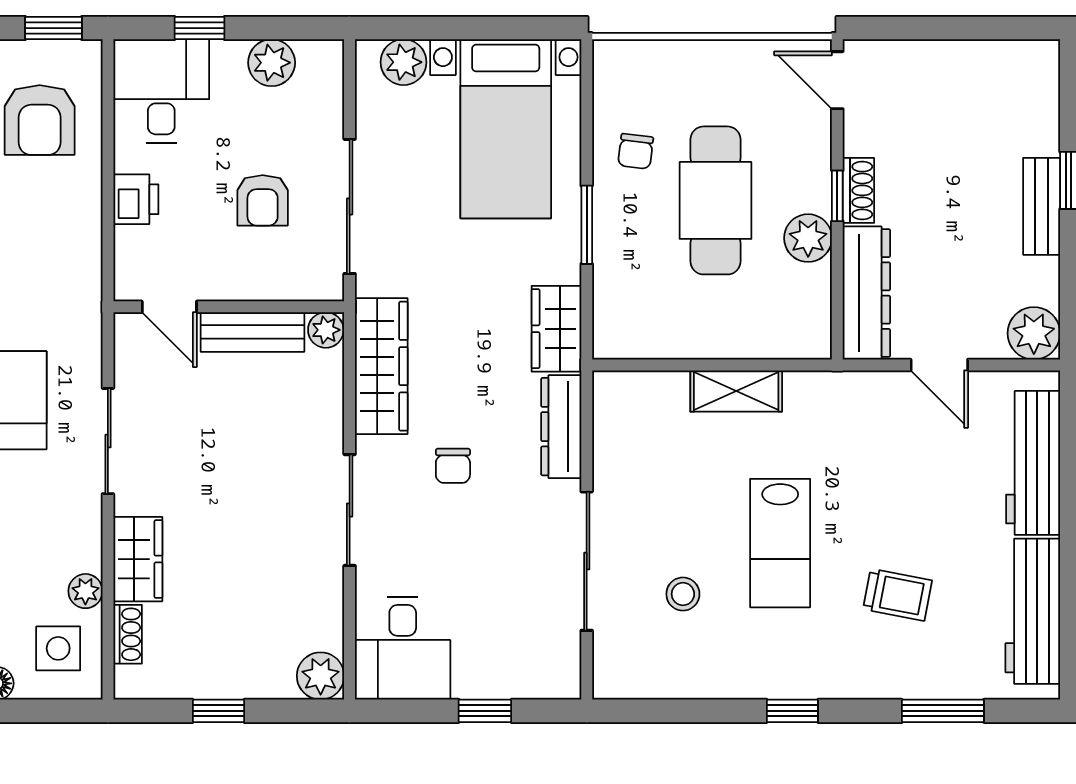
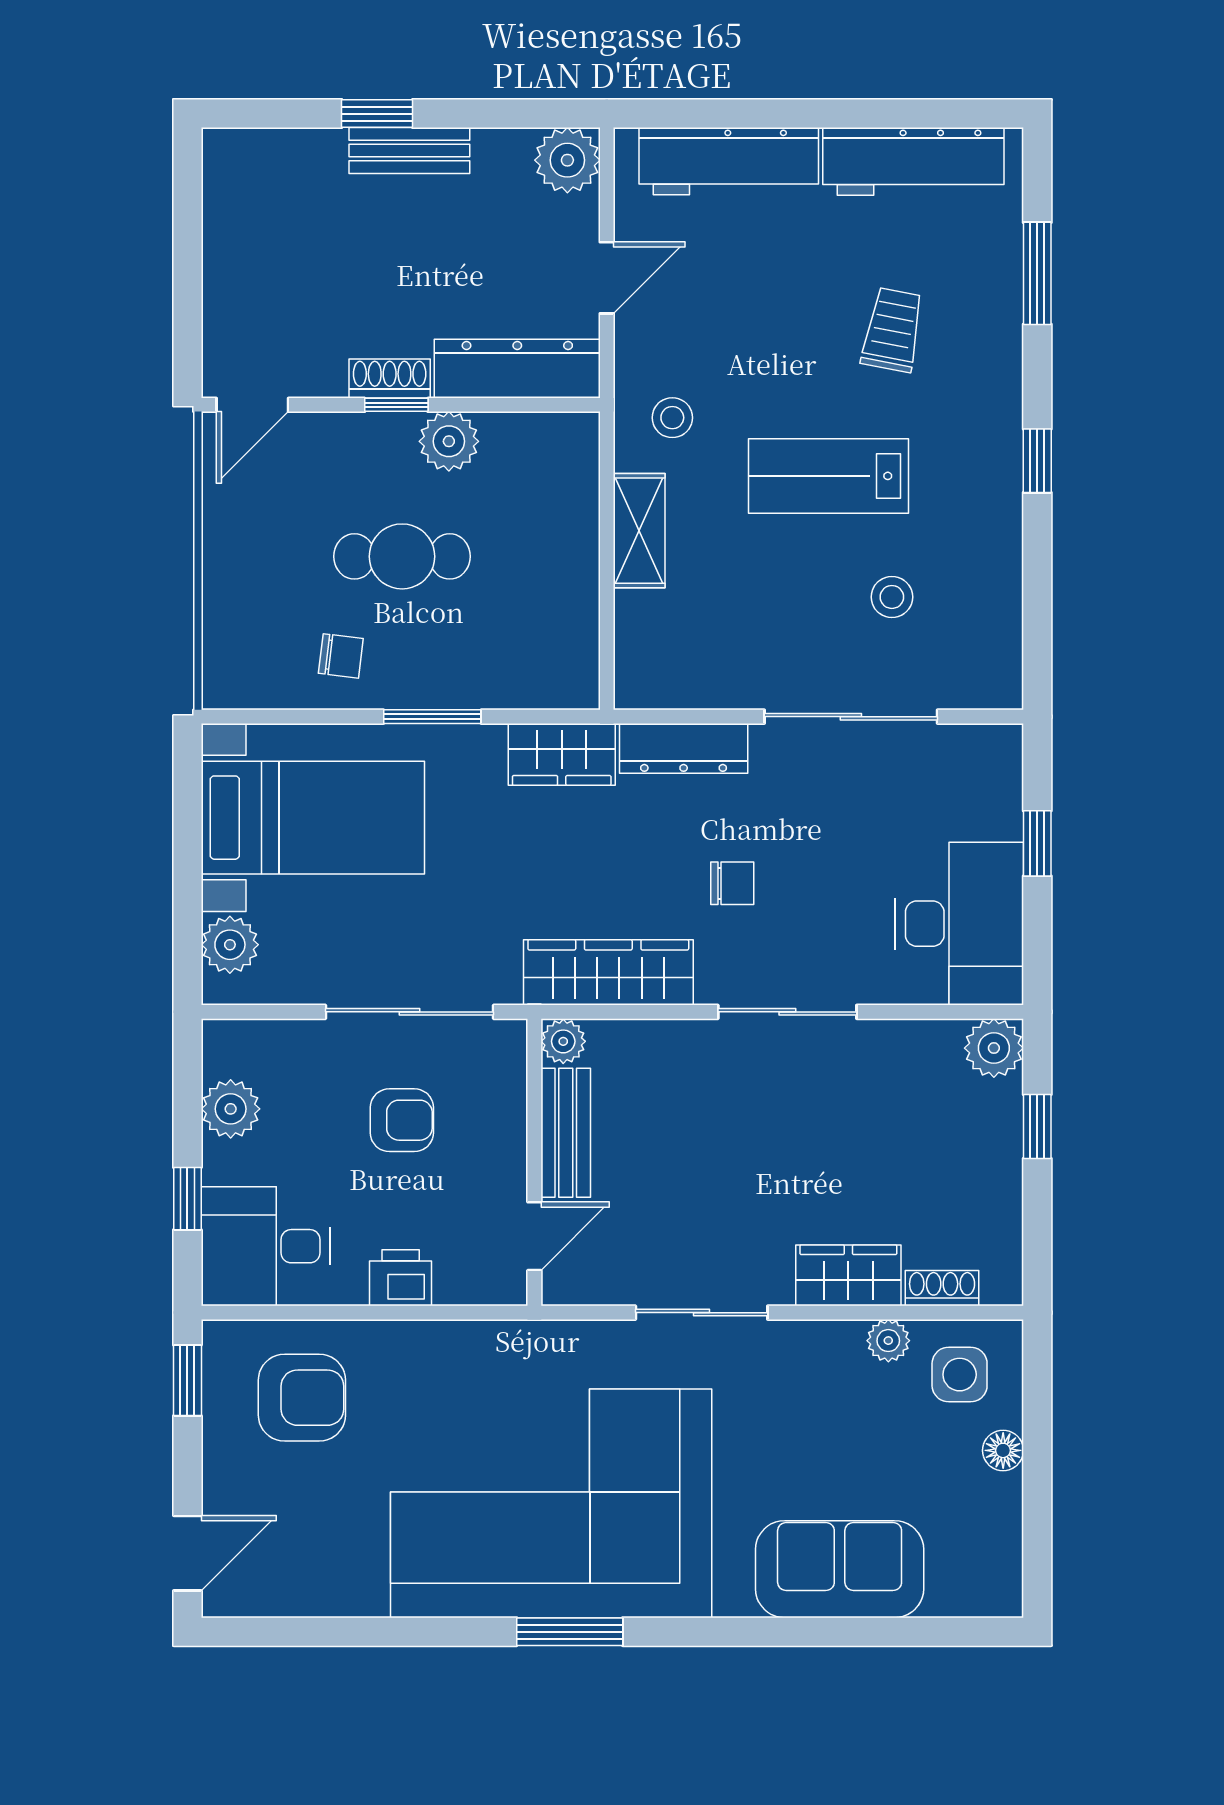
cafe table: (716, 200) -> (402, 556), width x0.73, depth x0.74
stool: (827, 418) -> (672, 418), added
lab bench: (780, 543) -> (829, 476), turned 180
desk: (403, 648) -> (959, 924), width x1.37
window: (219, 711) -> (1037, 1127), moved

